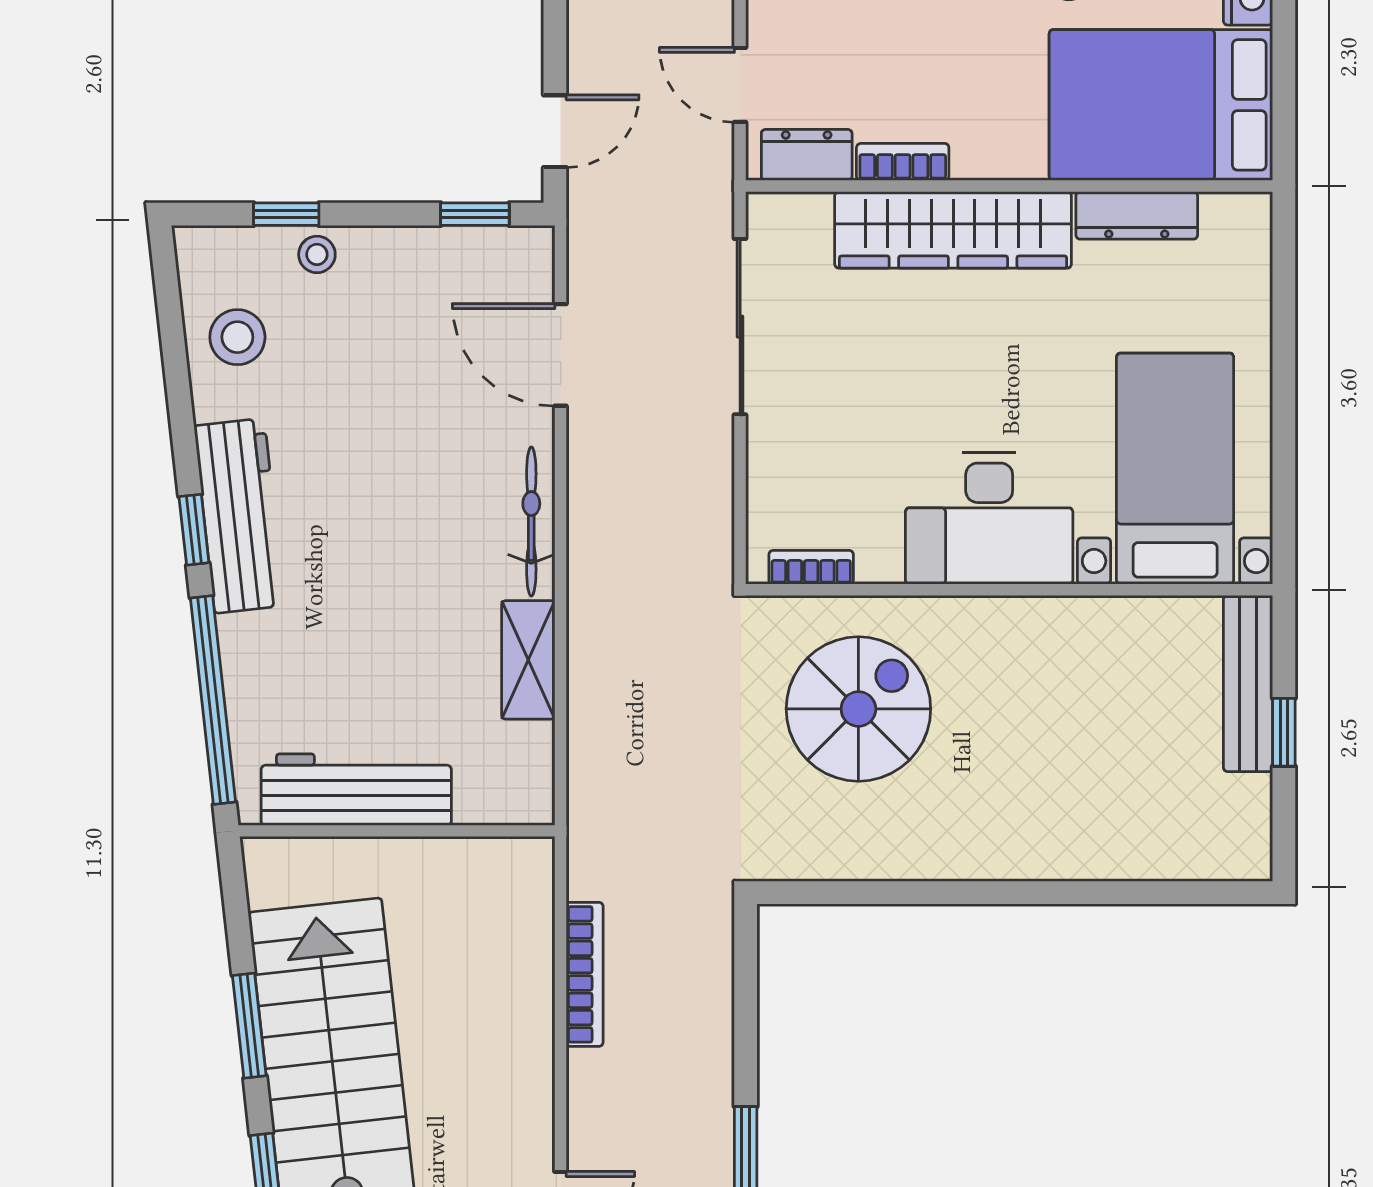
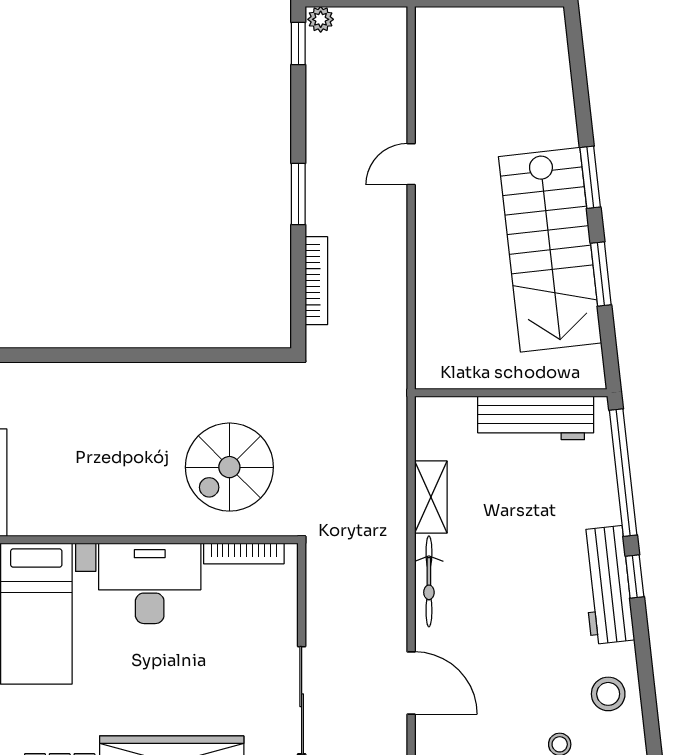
bookcase: (811, 567) -> (244, 554), width x1.56
bookcase: (585, 974) -> (316, 281), moved, turned 180

